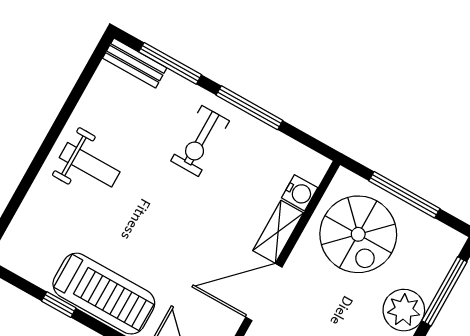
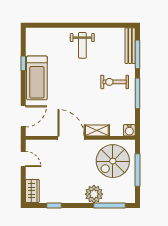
bench: (135, 63) -> (130, 46), width x1.36
water cooler: (300, 193) -> (129, 130), moved

